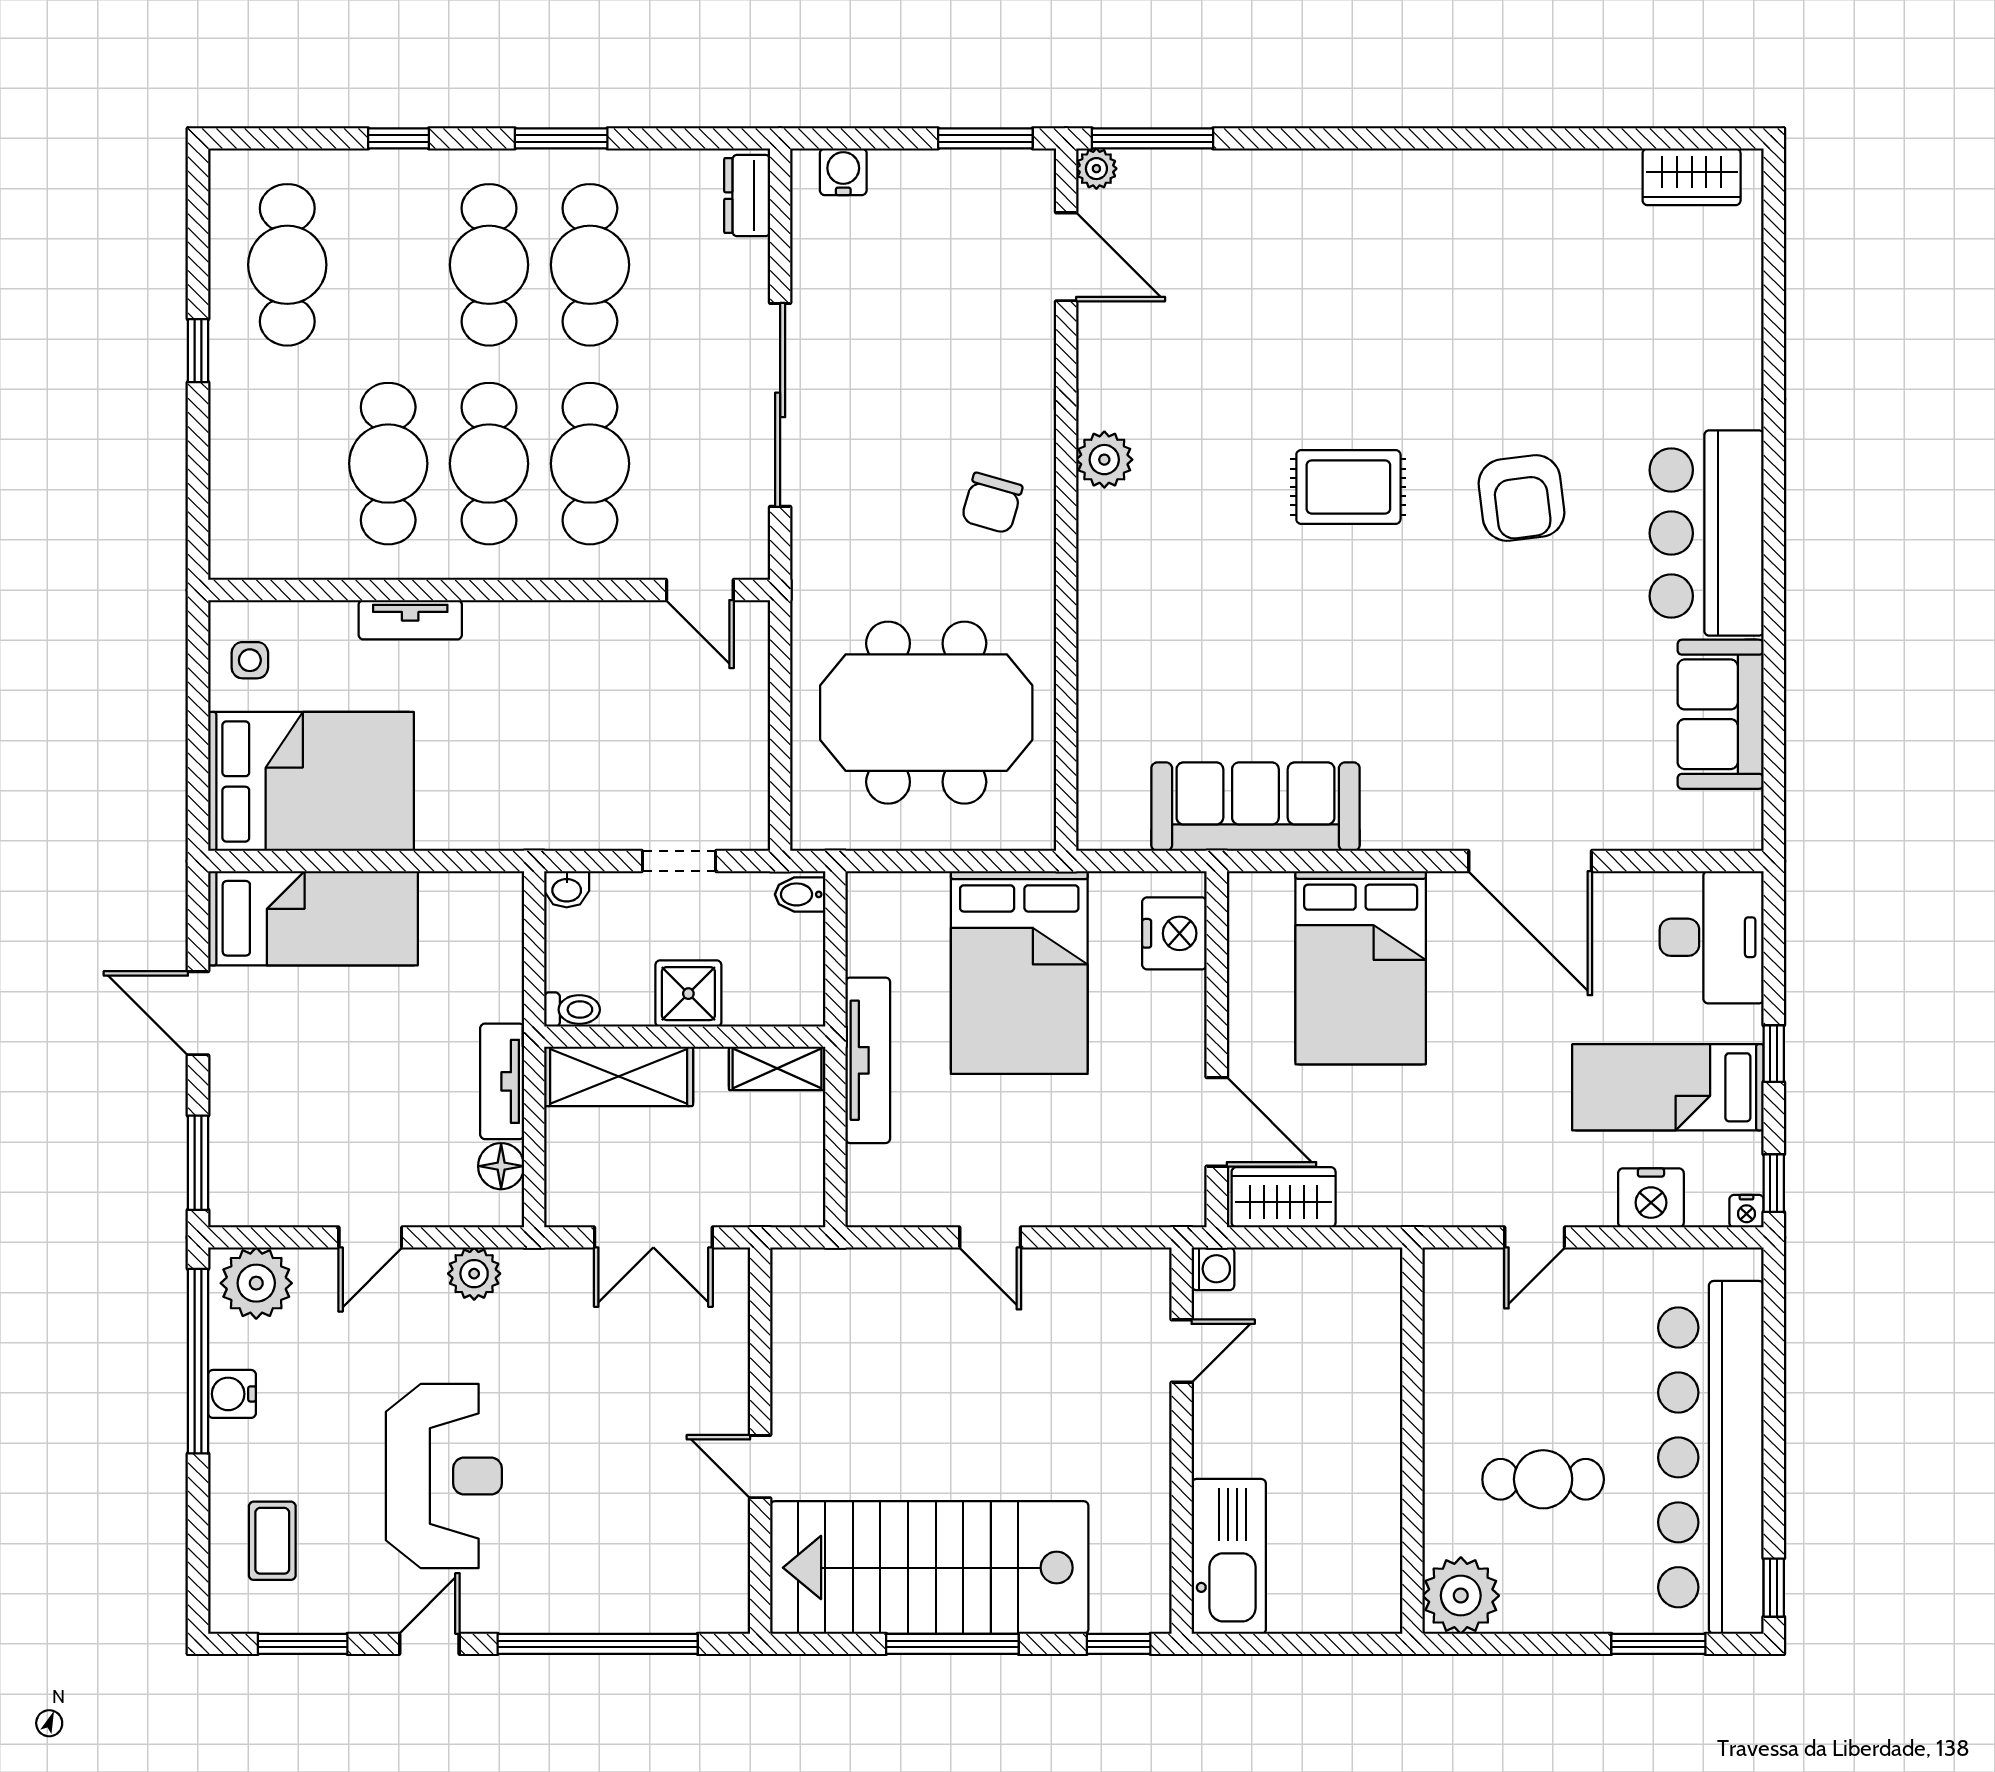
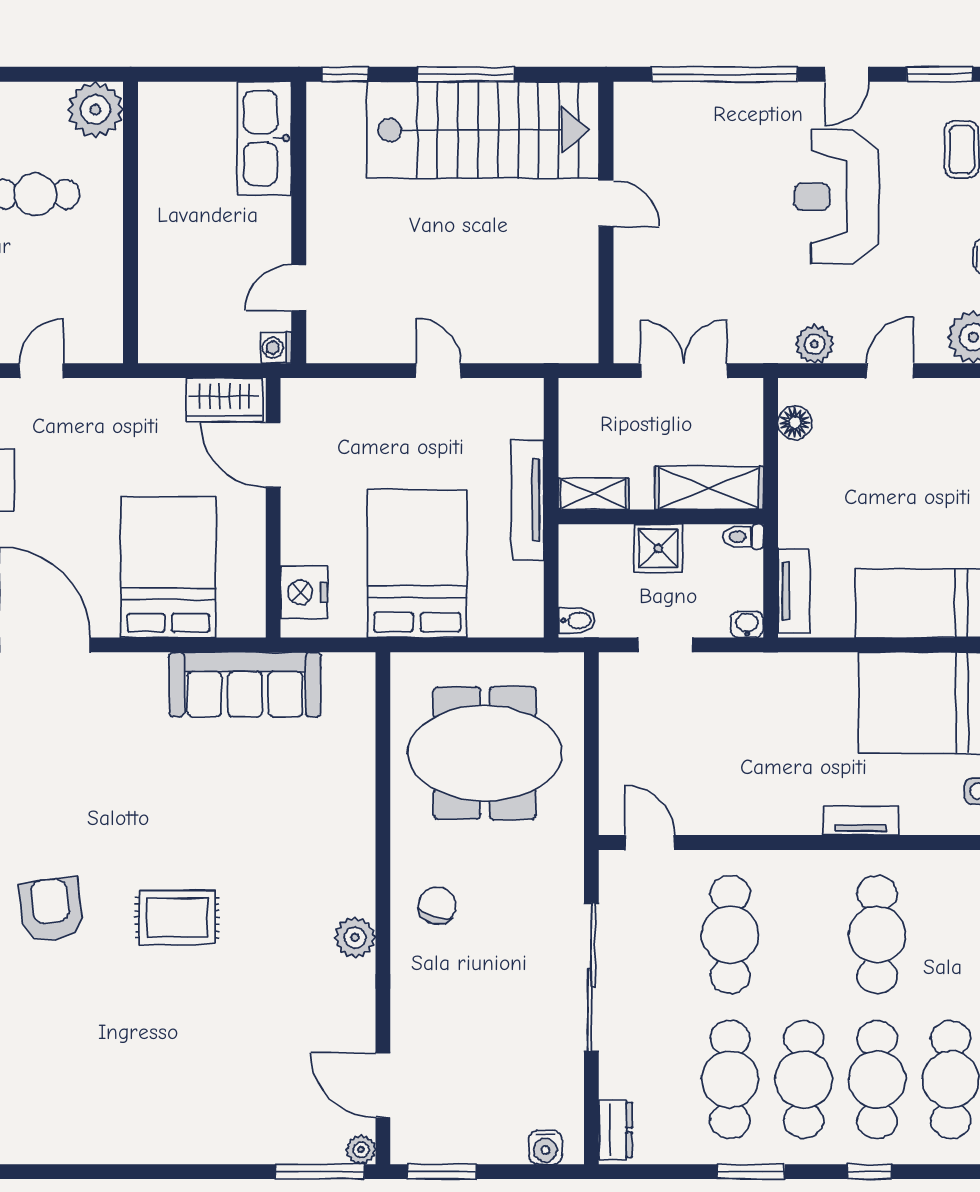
cafe table: (489, 464) -> (877, 1079), moved
tv unit: (502, 1081) -> (794, 591), moved

